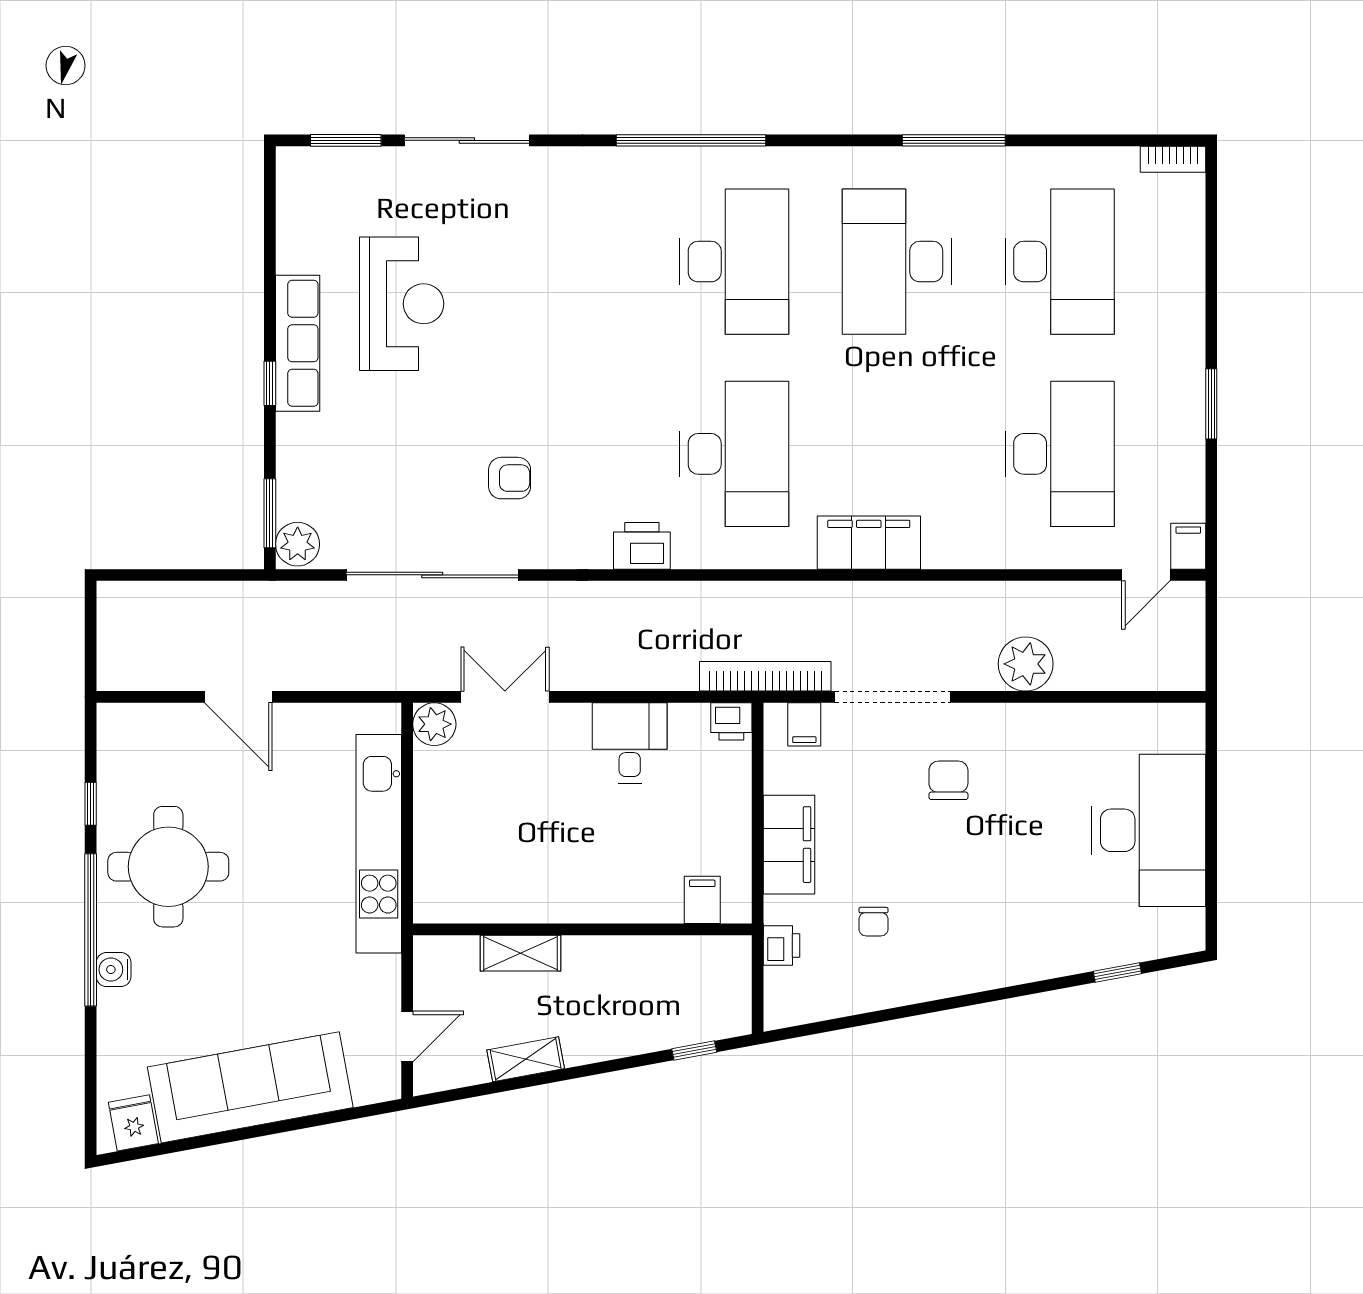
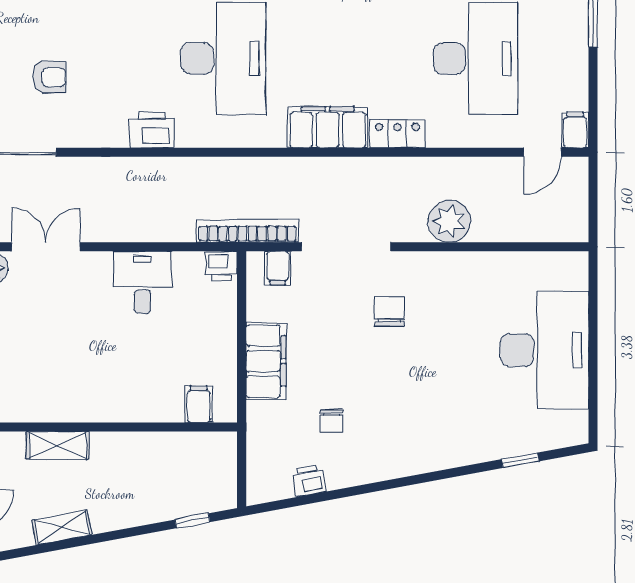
locker: (959, 551) -> (397, 134), added
printer: (782, 945) -> (309, 480), moved, turned -100

